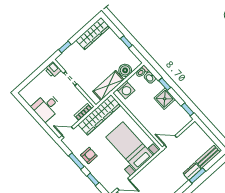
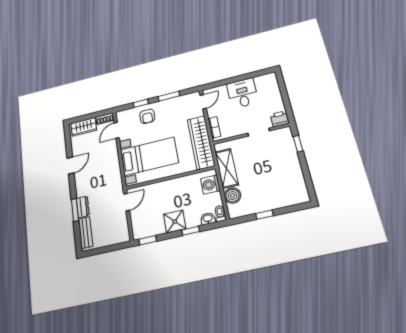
wardrobe: (93, 34) -> (296, 182), removed
armchair: (89, 156) -> (147, 116), moved

